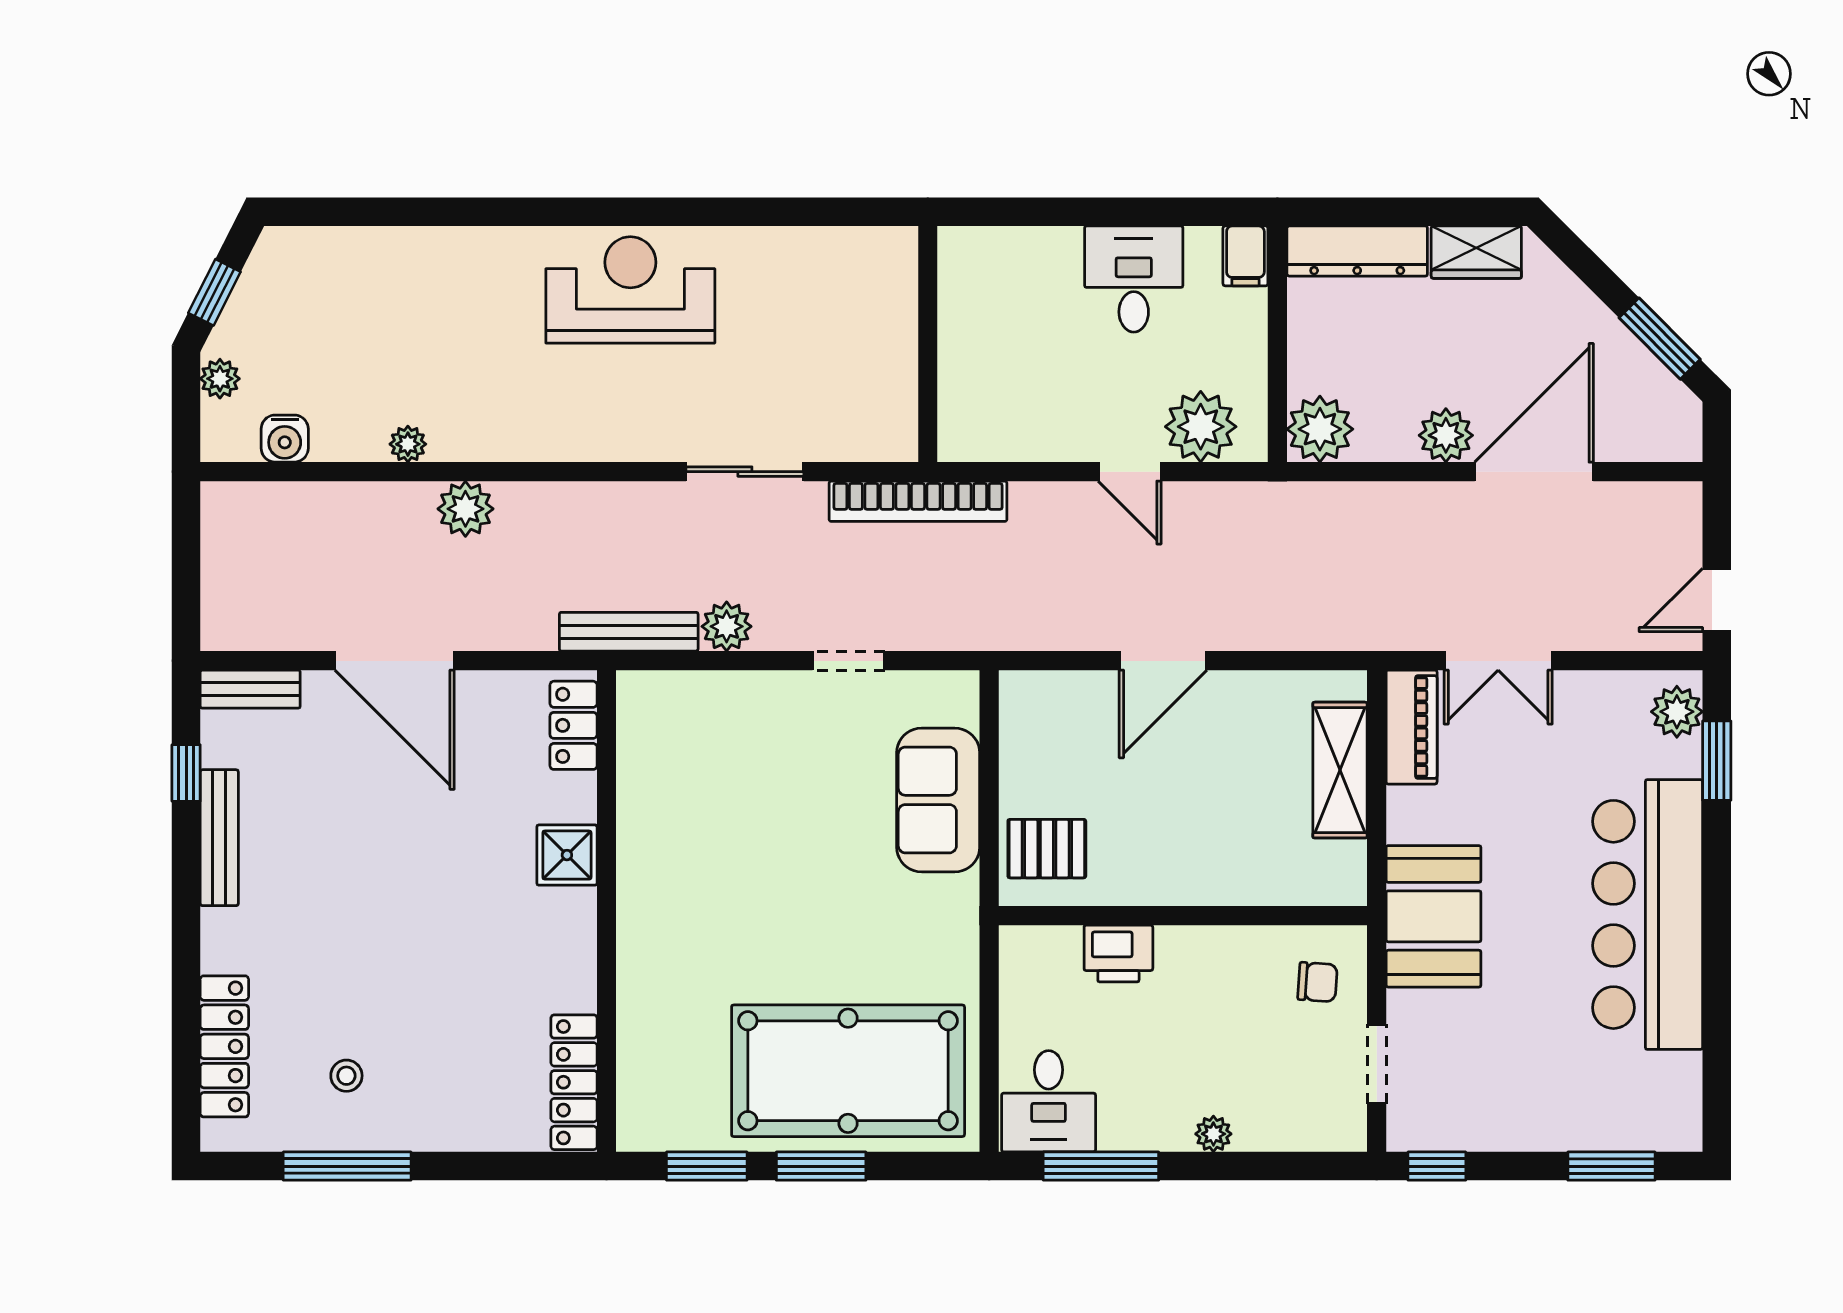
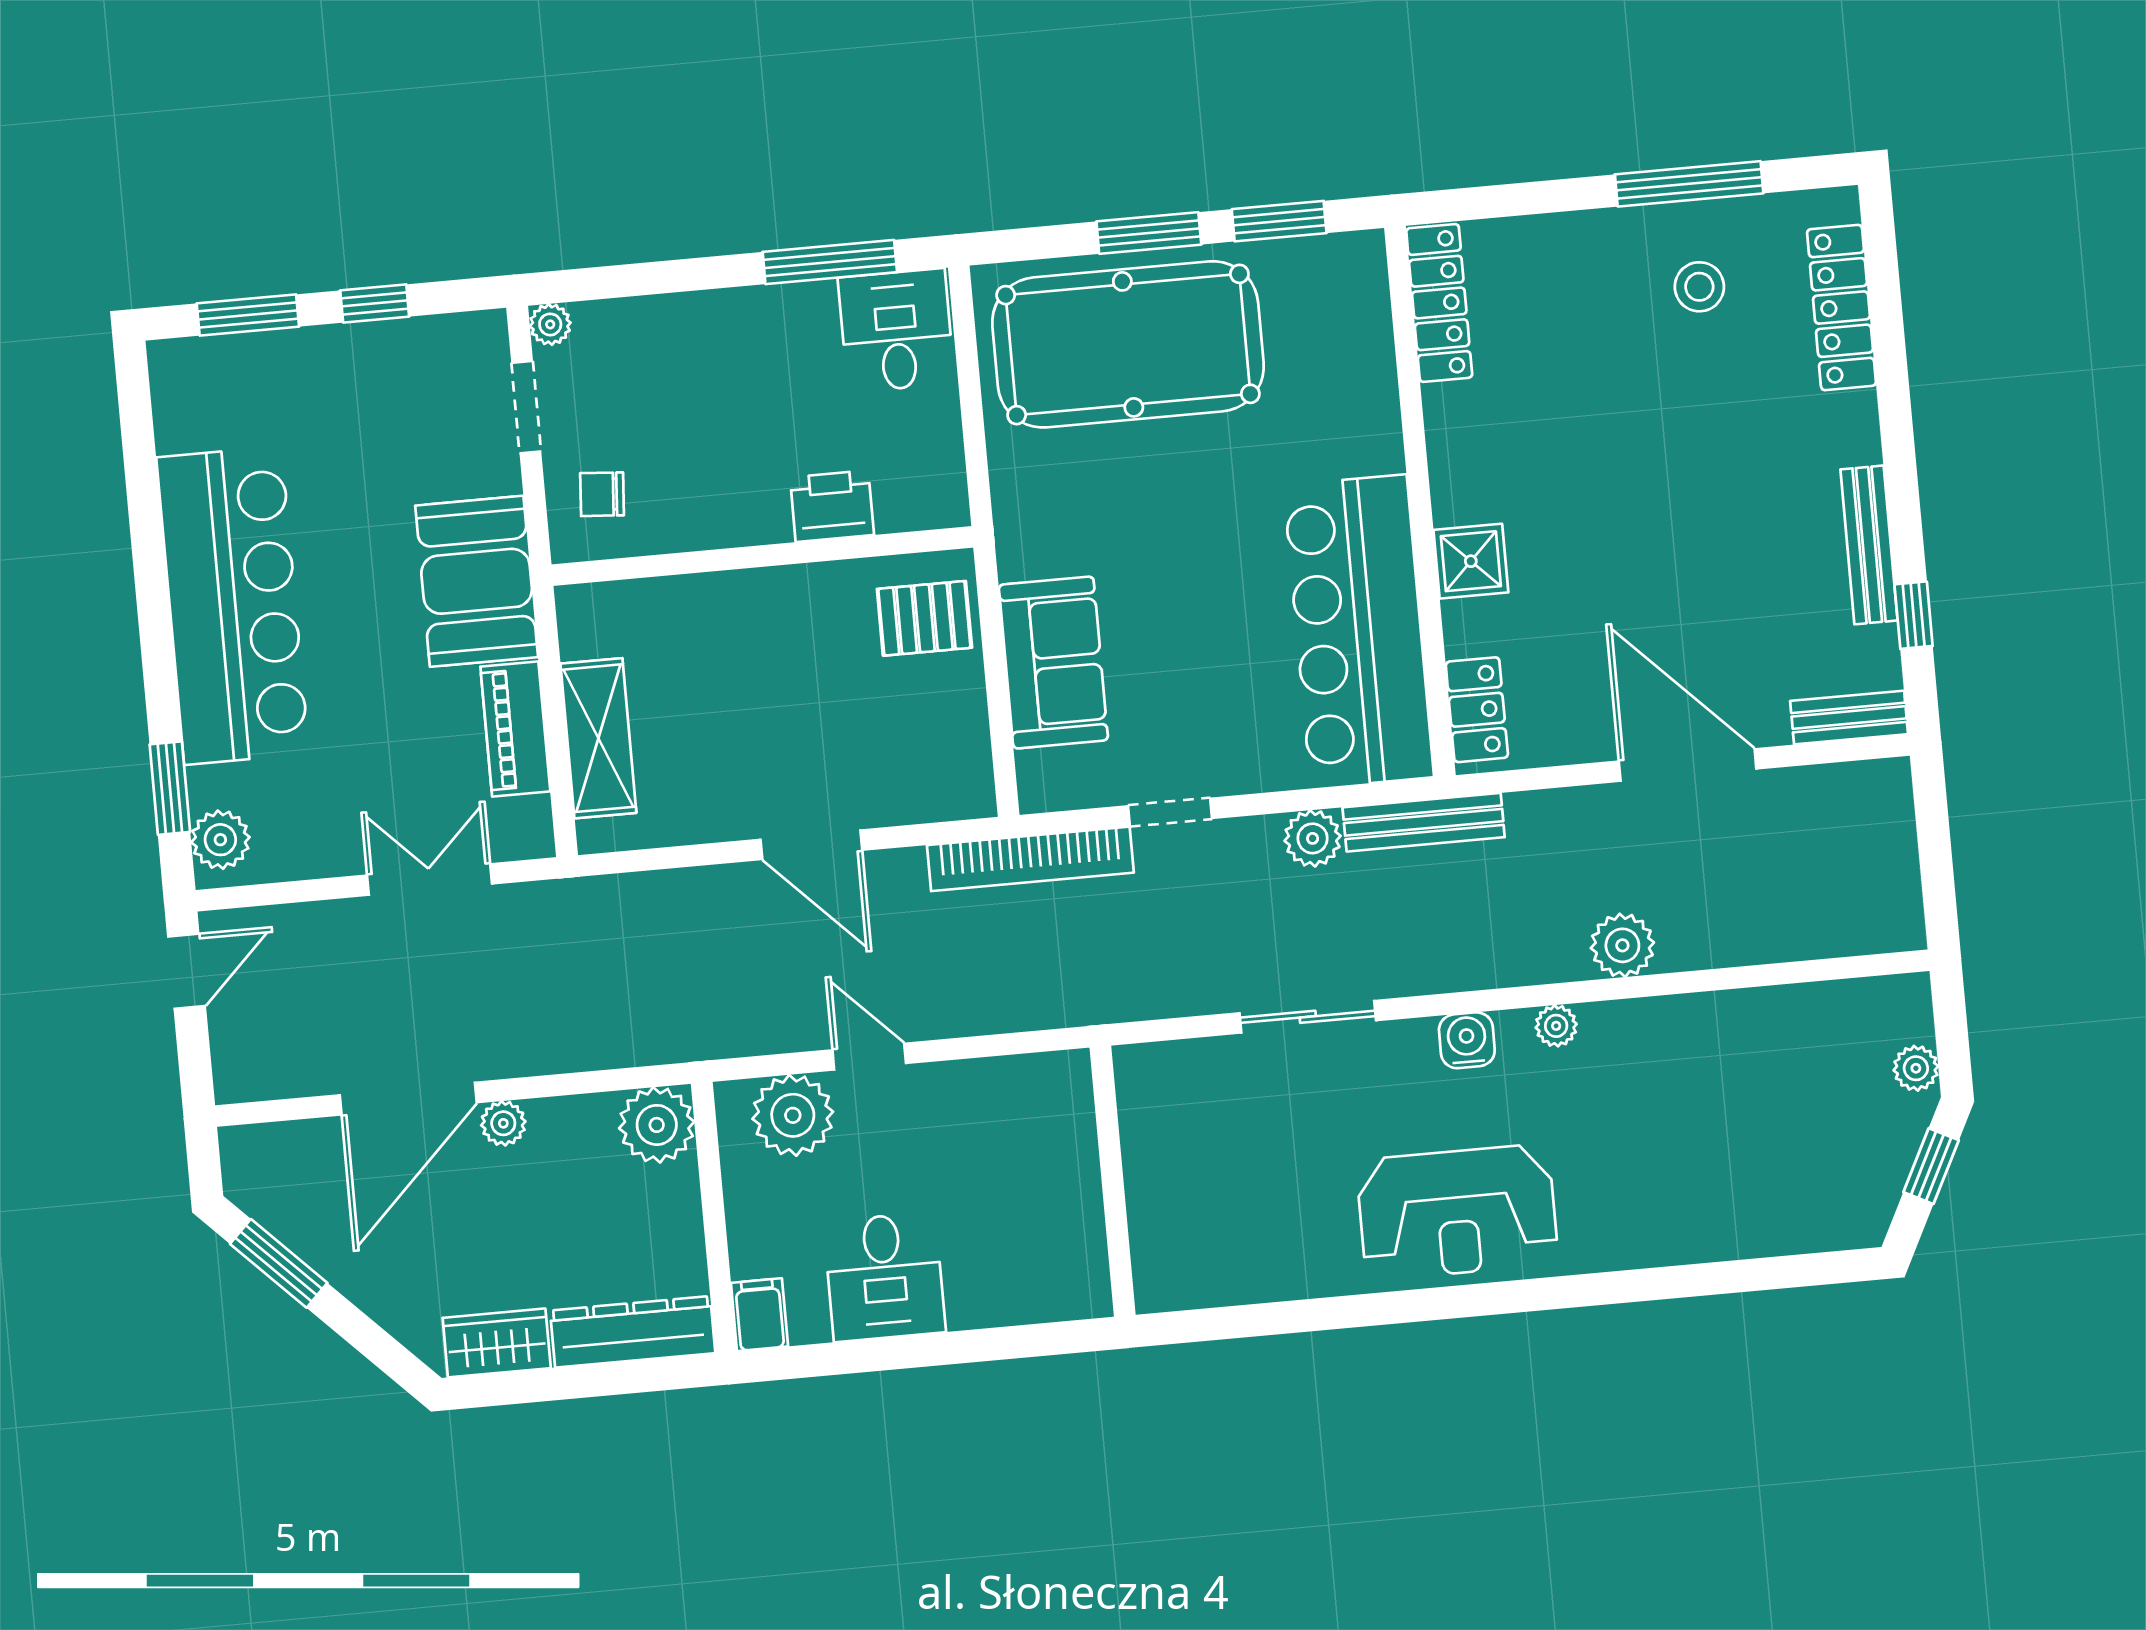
plant: (1446, 435) -> (503, 1123), width x0.73, depth x0.73
water cooler: (285, 439) -> (1467, 1040), moved
plant: (408, 444) -> (1556, 1026), moved
bookcase: (918, 501) -> (1030, 859), moved, turned 180
door: (1163, 661) -> (811, 845), swing flipped
piano: (1412, 727) -> (515, 729), moved
bar counter: (670, 803) -> (1359, 631), added
stool: (346, 1076) -> (1699, 287), width x1.37, depth x1.37
plant: (1213, 1134) -> (550, 324), moved
window: (1437, 1166) -> (375, 303), moved

